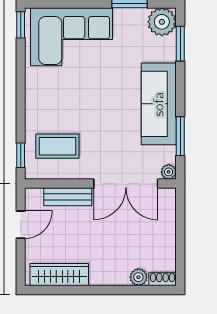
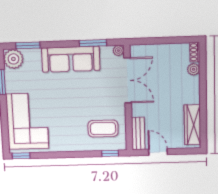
coffee table: (57, 146) -> (103, 128), turned 90
bench: (68, 197) -> (138, 134), moved

